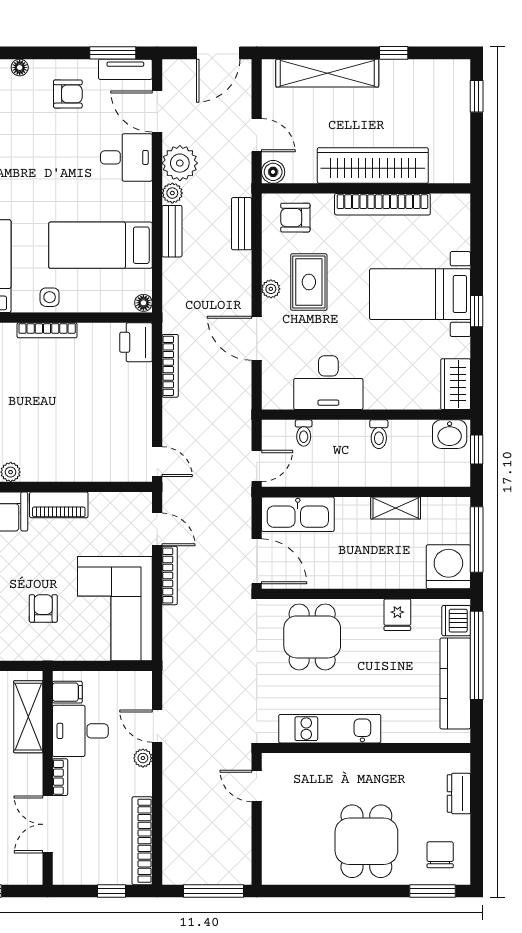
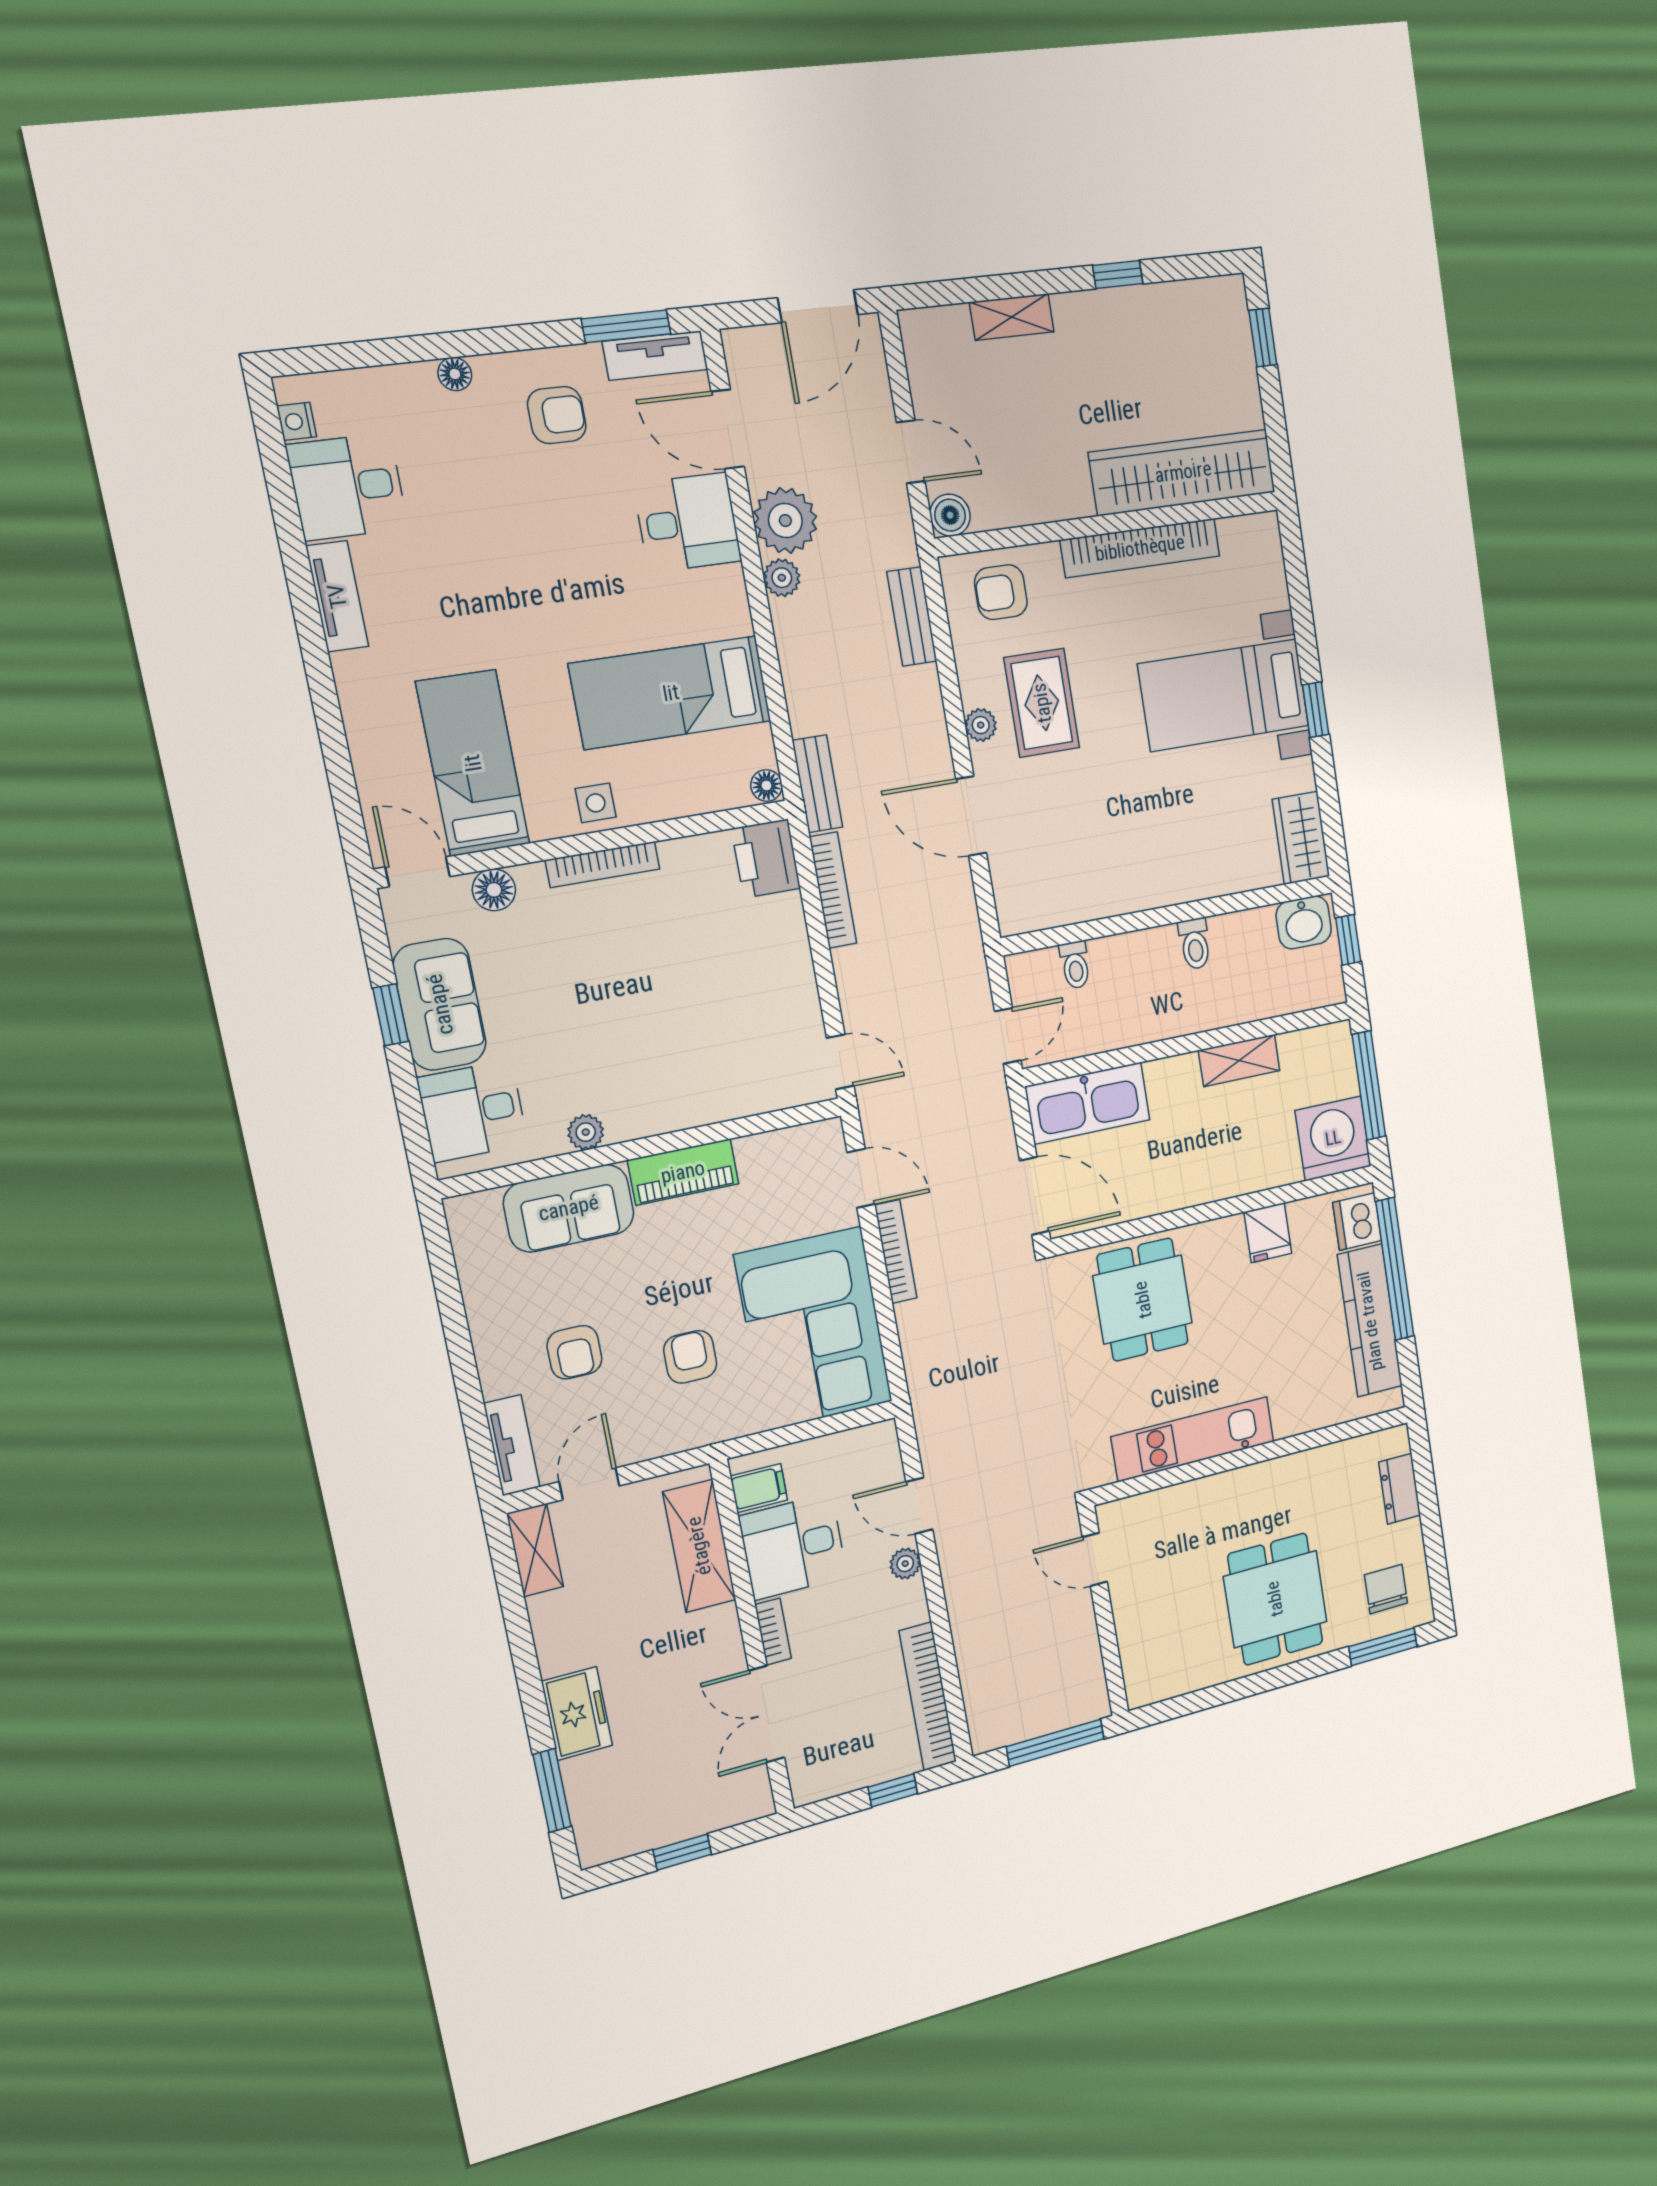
shelving: (327, 73) -> (1012, 317), width x0.45, depth x0.75
wardrobe: (373, 165) -> (1183, 472), moved
bench: (172, 231) -> (817, 784), moved
desk: (328, 383) -> (1101, 872), removed

